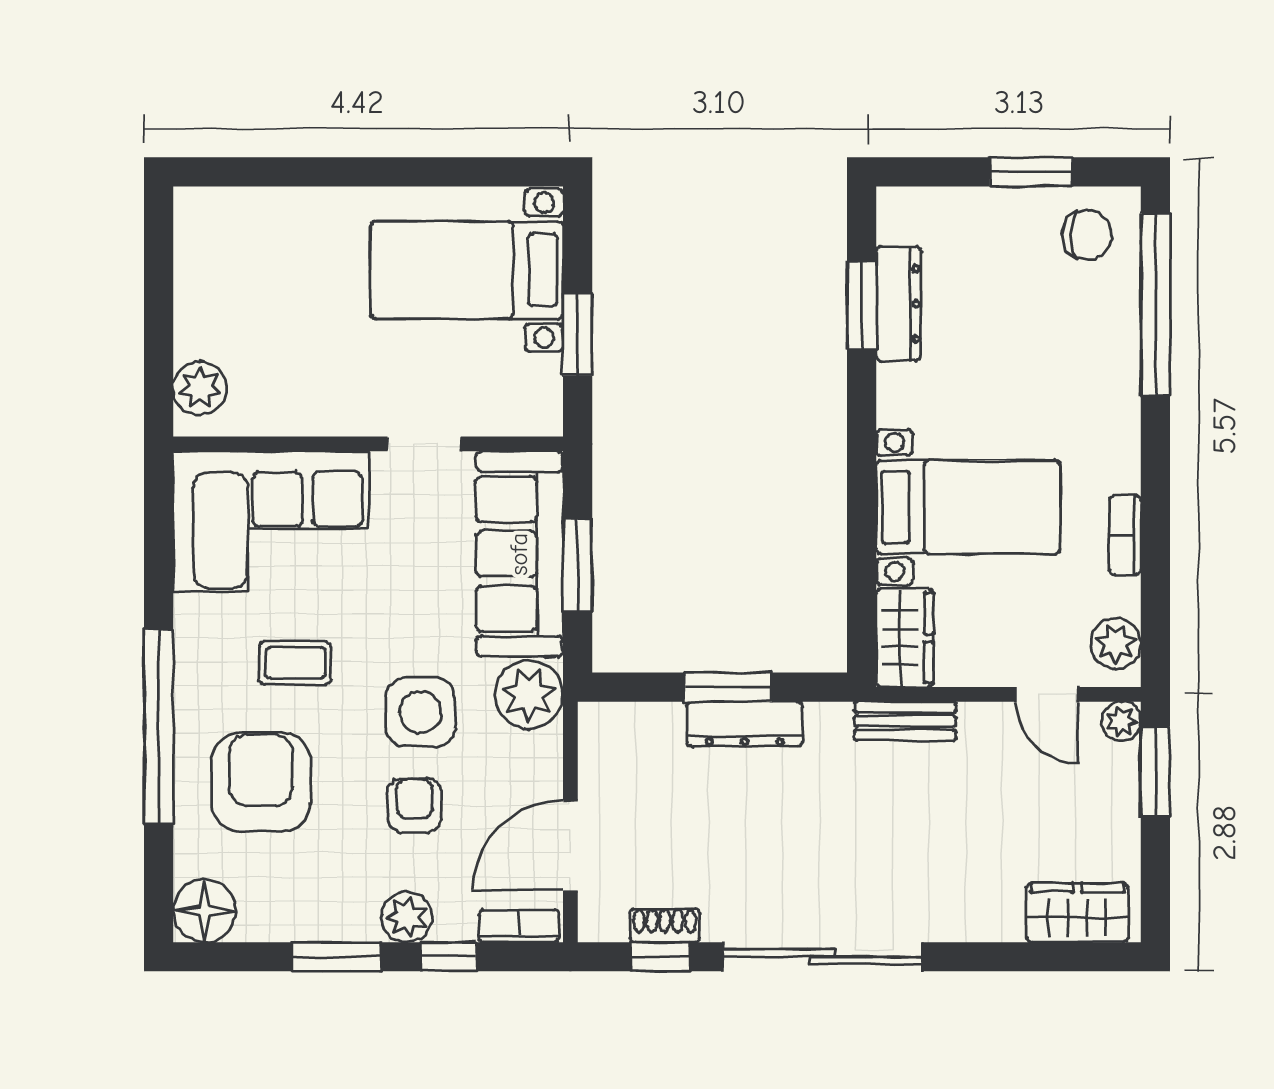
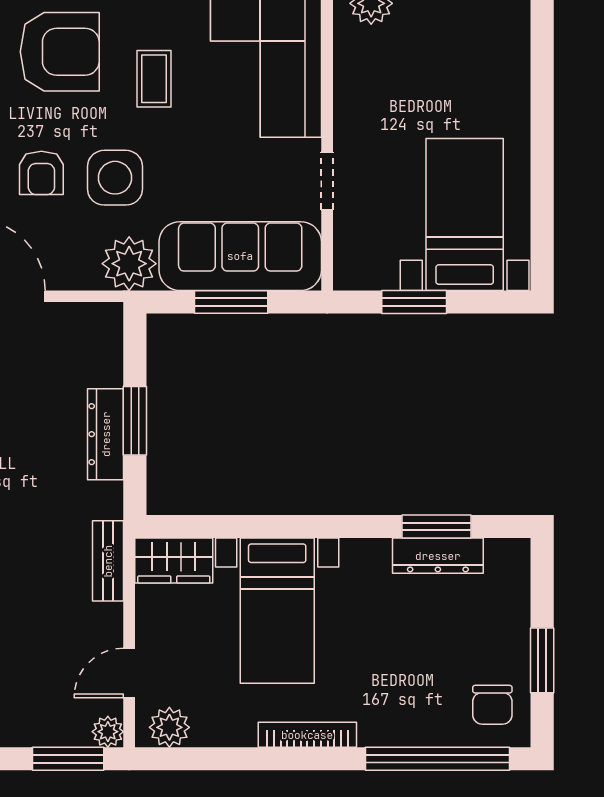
bookcase: (1125, 535) -> (307, 735), moved, width x1.56
armchair: (414, 805) -> (41, 173), turned 90

